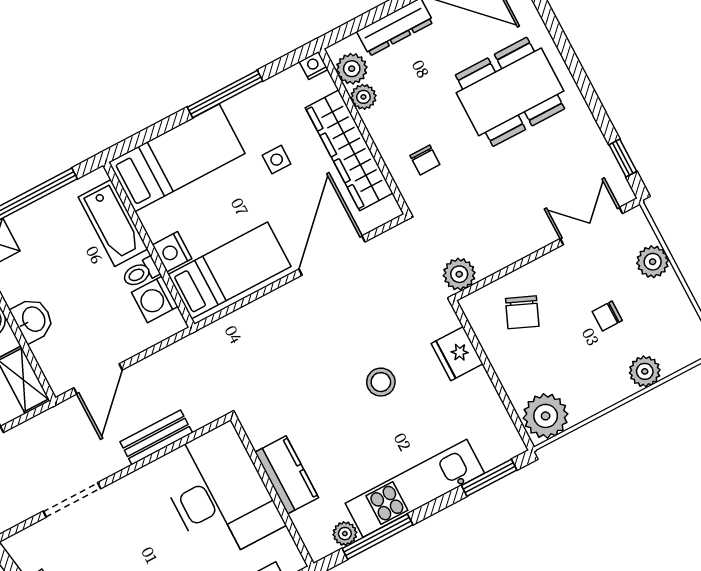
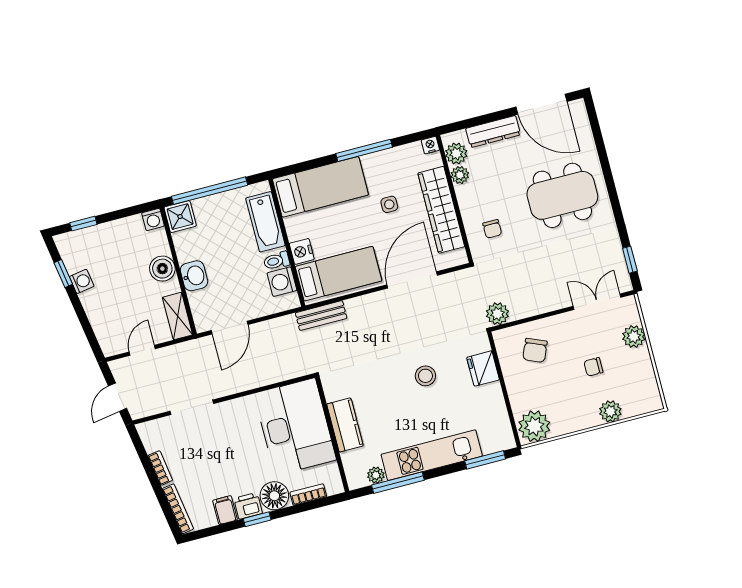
bench: (156, 437) -> (321, 316), moved

